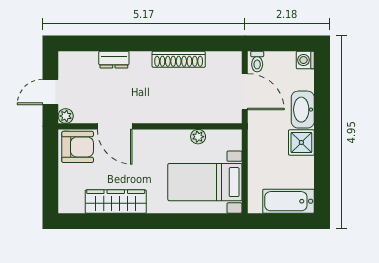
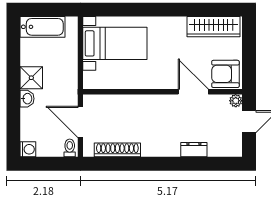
shoe rack: (179, 59) -> (117, 150), moved
washbasin: (303, 110) -> (27, 99), width x0.52, depth x0.69
plant: (198, 137) -> (121, 83), removed
wardrobe: (116, 202) -> (214, 27), moved

